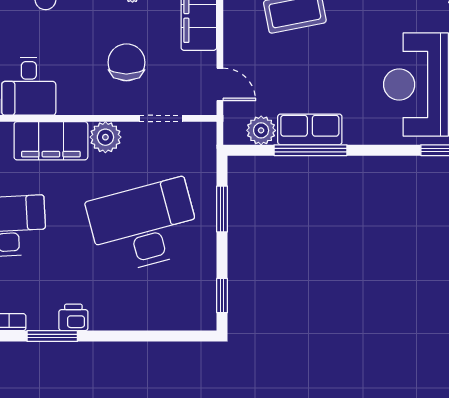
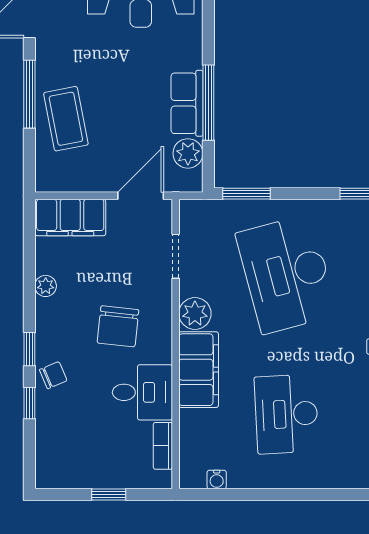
chair: (126, 62) -> (118, 326), moved, turned -84
door: (220, 84) -> (141, 196), width x1.37
window: (222, 209) -> (246, 194), moved

